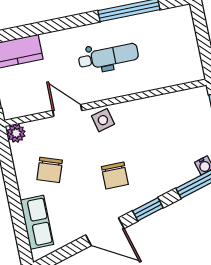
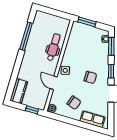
dental chair: (108, 57) -> (54, 47), moved
door: (67, 111) -> (54, 83), hinge flipped

